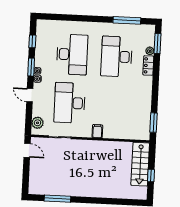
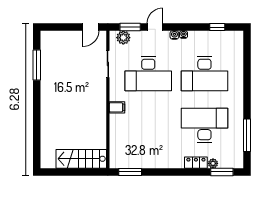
window: (31, 67) -> (130, 27), moved
desk: (70, 103) -> (148, 74), turned 180
window: (151, 176) -> (69, 172), removed

